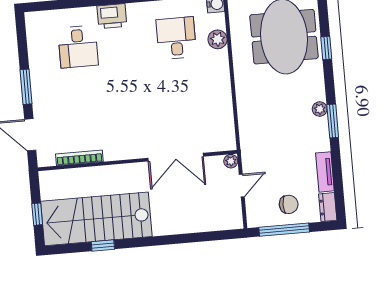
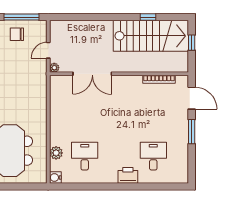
desk: (176, 38) -> (85, 156), turned 180
double door: (176, 157) -> (92, 74), swing flipped

